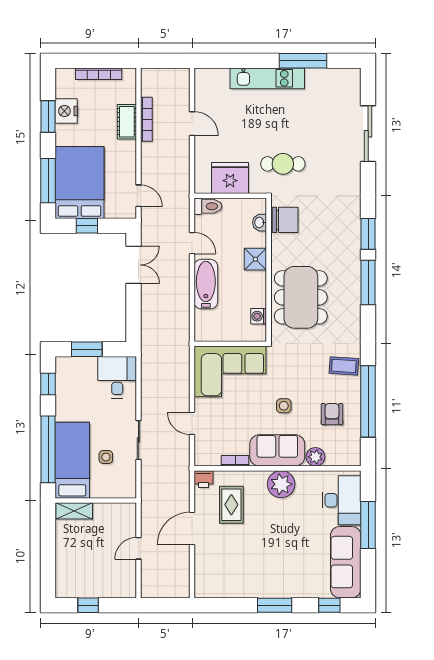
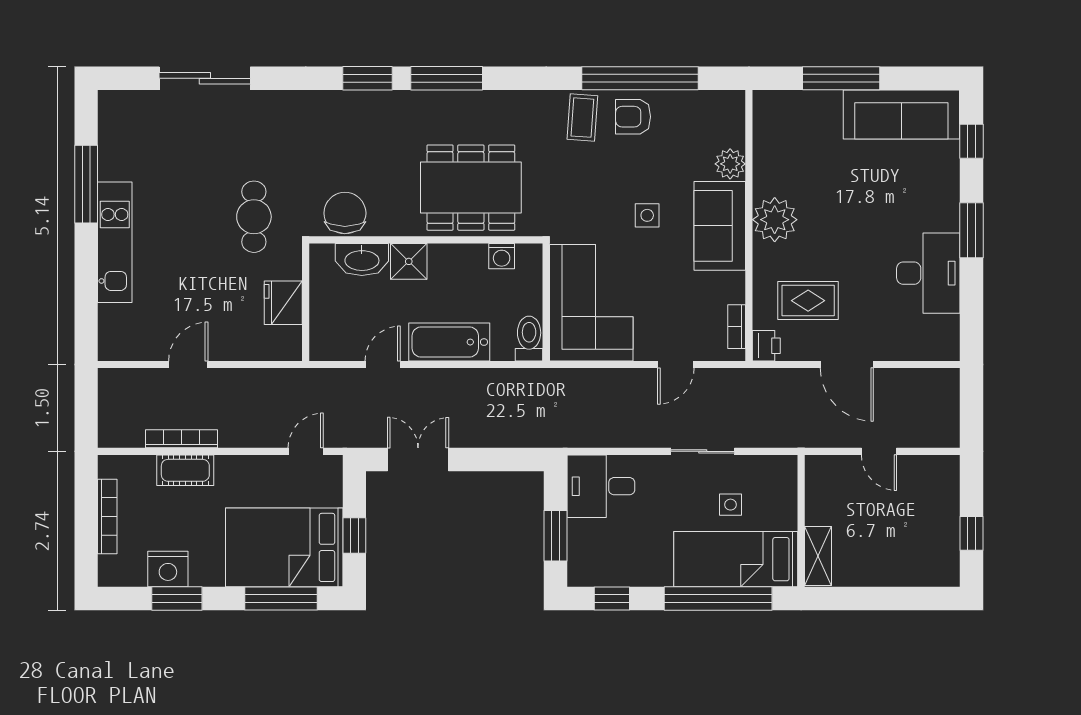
fridge: (230, 178) -> (283, 303), width x0.73, depth x0.75
toilet: (208, 206) -> (529, 339), moved
washbasin: (260, 223) -> (362, 260), width x1.91, depth x1.45
armchair: (332, 414) -> (633, 117), moved
bookcase: (235, 461) -> (737, 327), moved
desk: (341, 500) -> (928, 273), moved, turned 90

